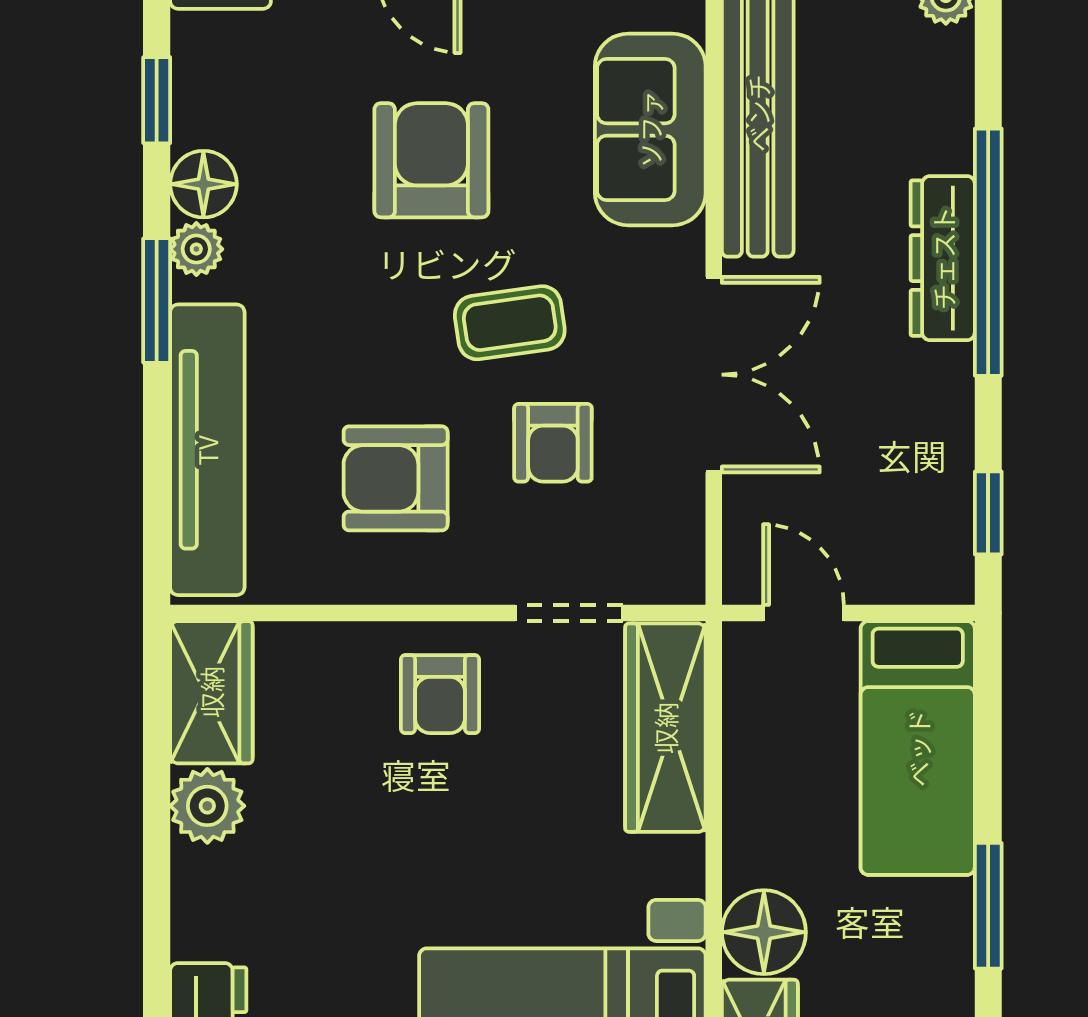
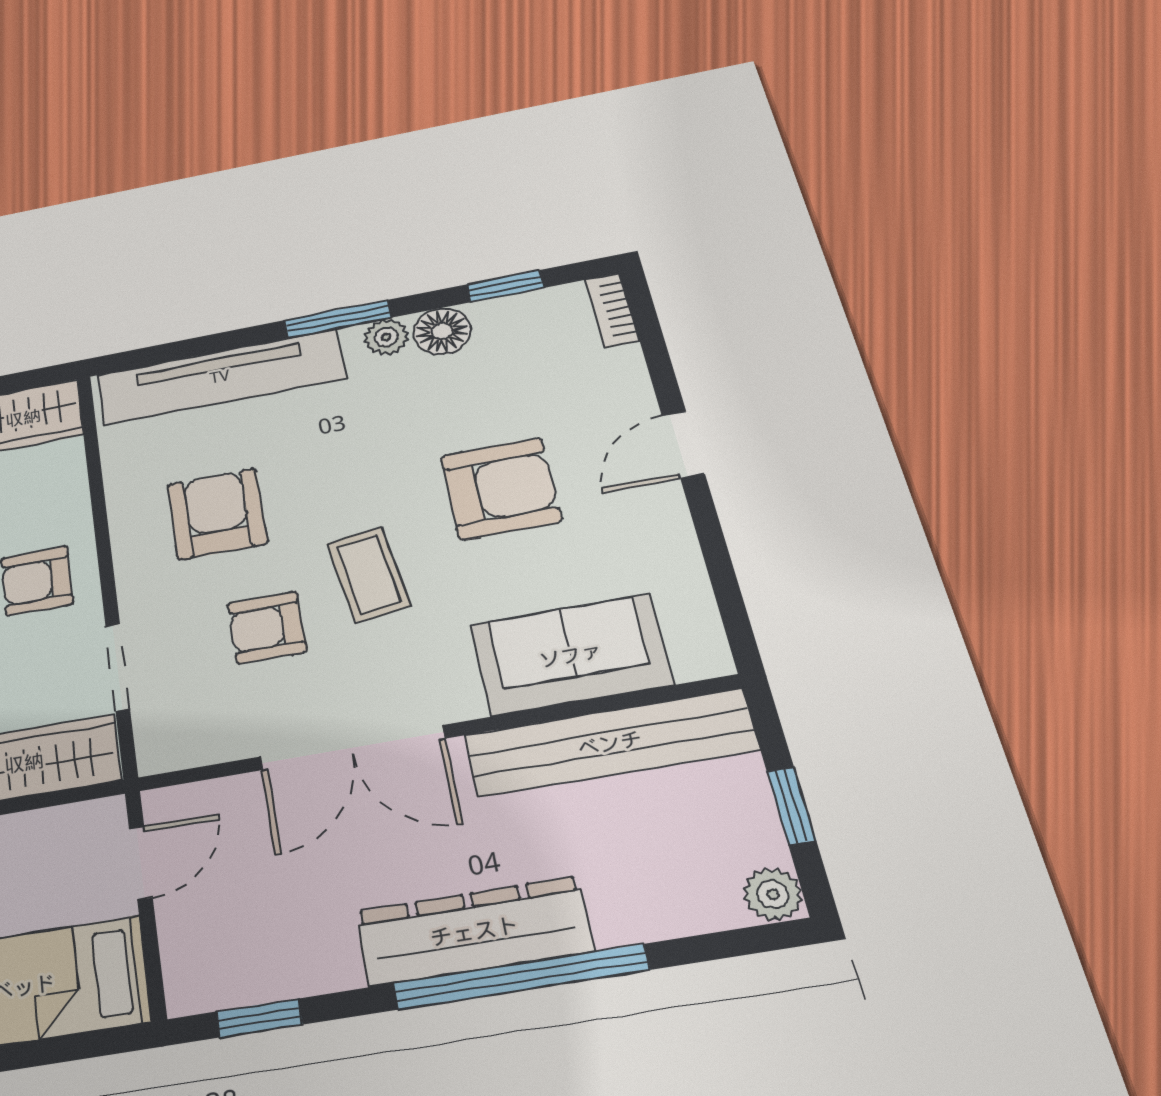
dresser: (943, 258) -> (474, 931), width x1.37, depth x1.24

